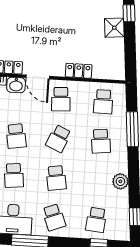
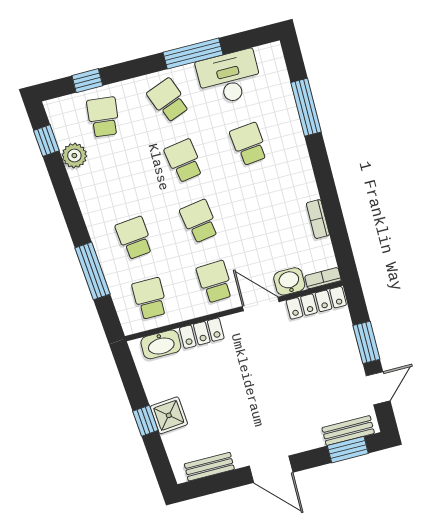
window: (129, 13) -> (145, 421), moved
washbasin: (105, 72) -> (161, 344), added
school desk: (16, 136) -> (264, 205), removed
school desk: (59, 139) -> (199, 221), turned -33
plant: (120, 181) -> (74, 156), moved

